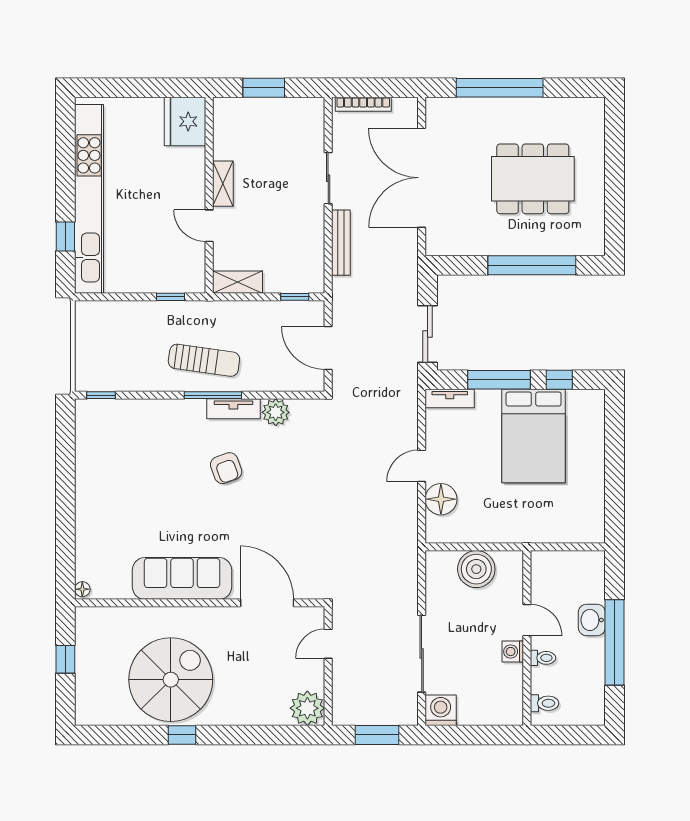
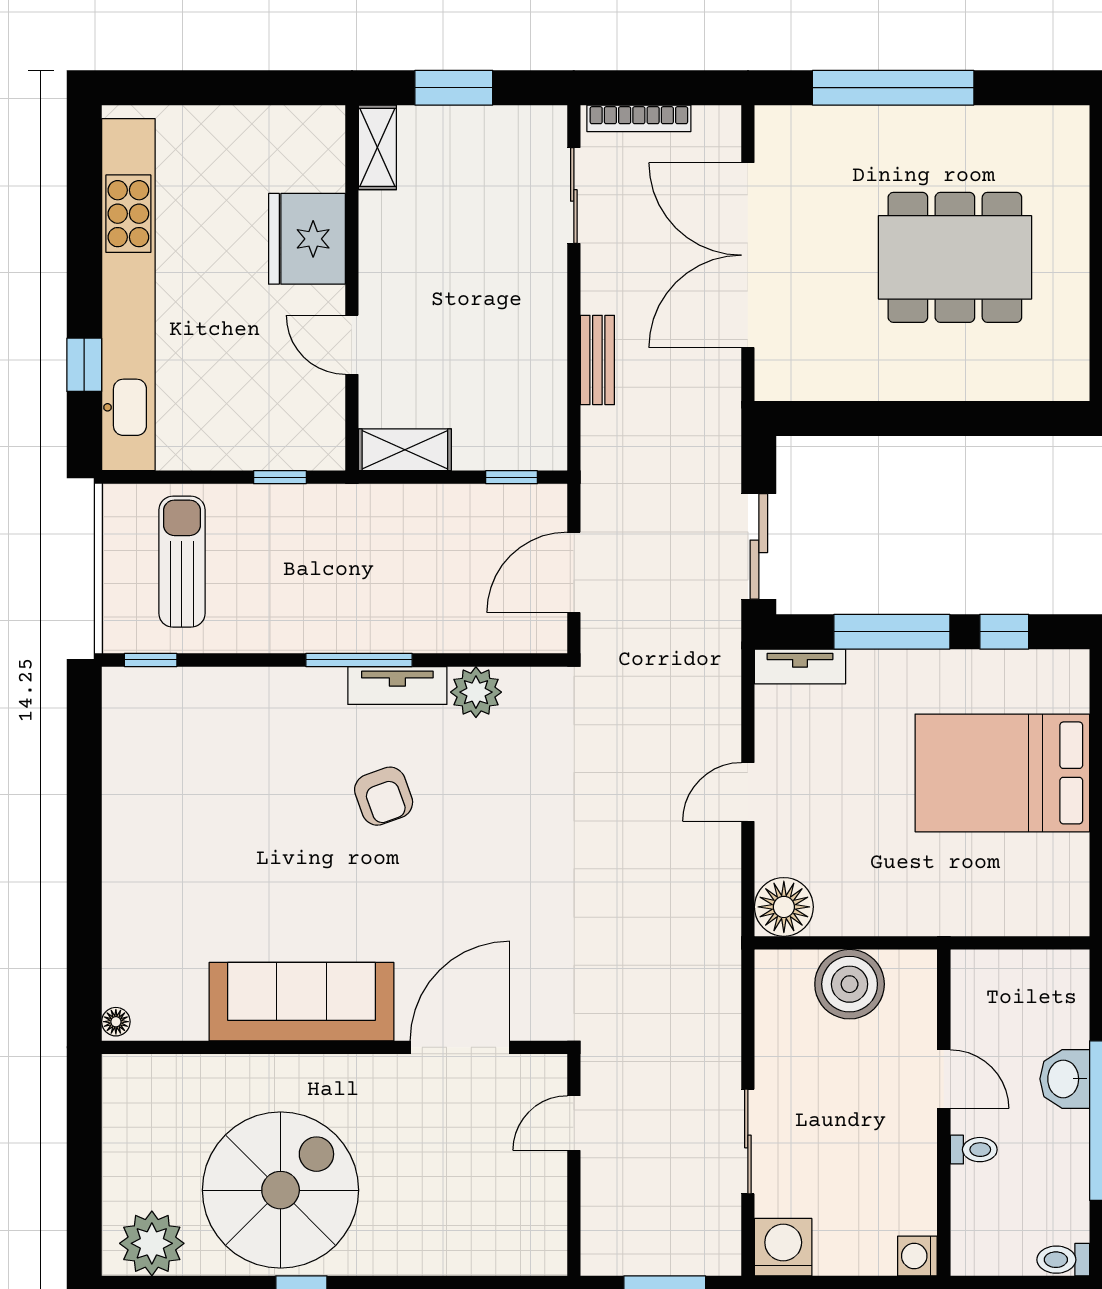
fridge: (185, 121) -> (307, 239), moved
sliding door: (328, 178) -> (574, 195), moved
shelving: (223, 184) -> (377, 147), moved
bench: (341, 243) -> (597, 360), width x0.73
window: (532, 265) -> (953, 418), removed
door: (328, 348) -> (574, 572), hinge flipped
sun lounger: (204, 360) -> (182, 562), moved, turned -98
bed: (534, 436) -> (1002, 773), moved, turned 90
floor lamp: (441, 499) -> (784, 907), moved
door: (267, 603) -> (460, 1047), hinge flipped
washing machine: (513, 652) -> (917, 1256), moved
sliding door: (422, 654) -> (748, 1141), width x0.73
window: (65, 659) -> (84, 1152), removed
toilet: (544, 703) -> (1063, 1260), moved, turned 180
plant: (307, 708) -> (152, 1243), moved

